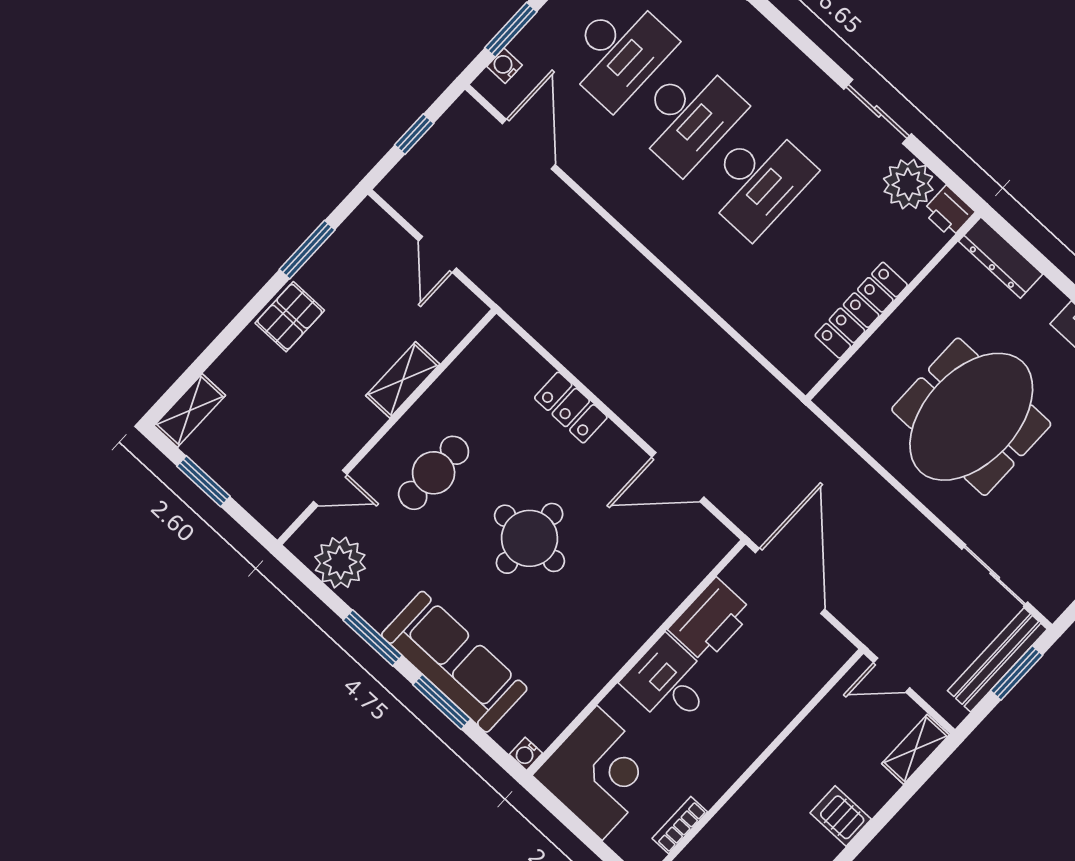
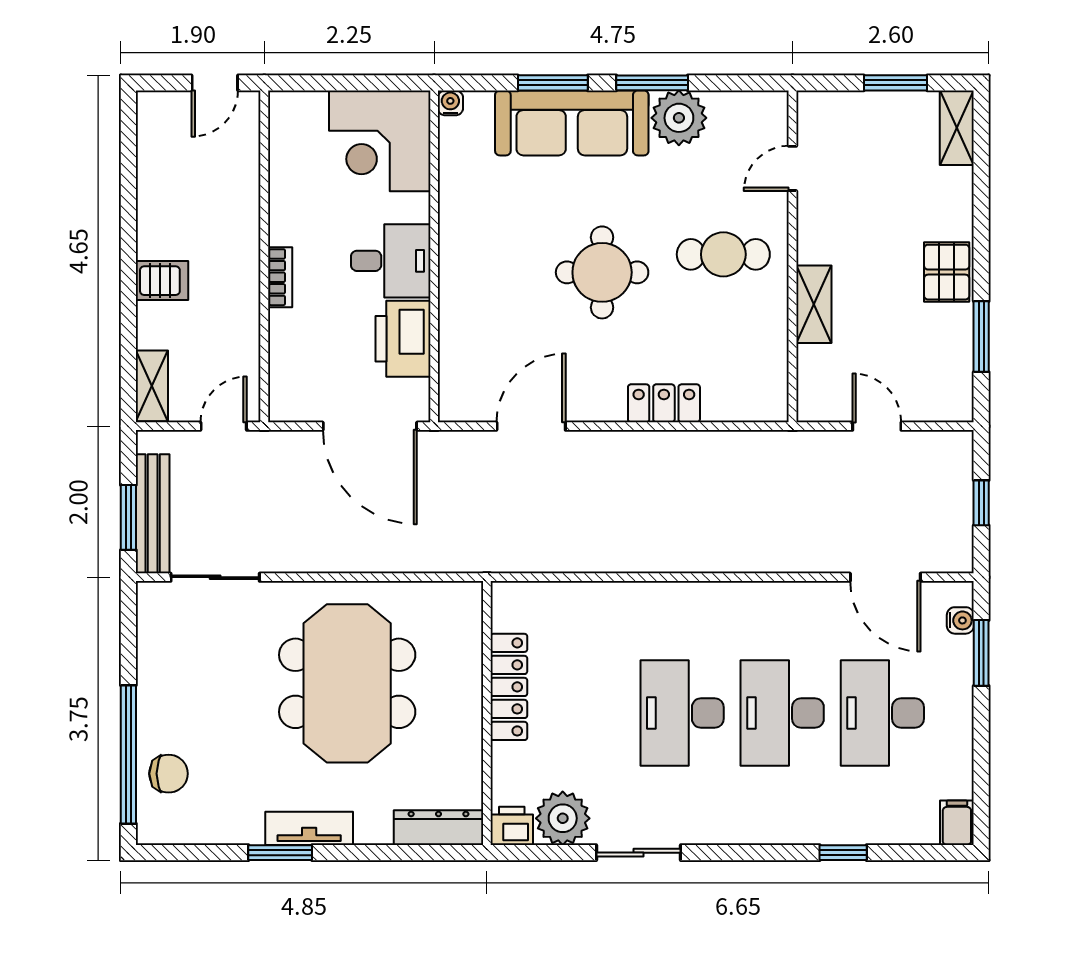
cafe table: (434, 473) -> (723, 254), turned 90
plant: (340, 563) -> (679, 118), moved
bookcase: (680, 825) -> (280, 277), moved

